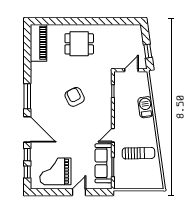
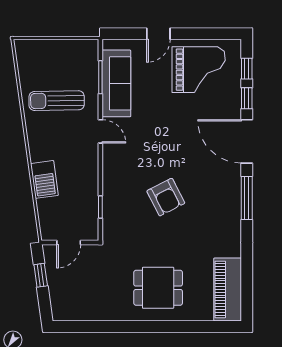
door: (113, 135) -> (100, 131), hinge flipped

